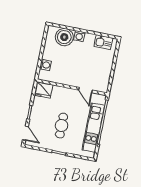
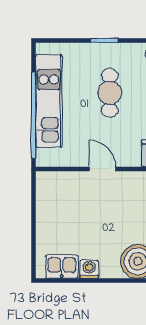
washing machine: (79, 36) -> (89, 269), moved
door: (85, 90) -> (102, 169), moved

